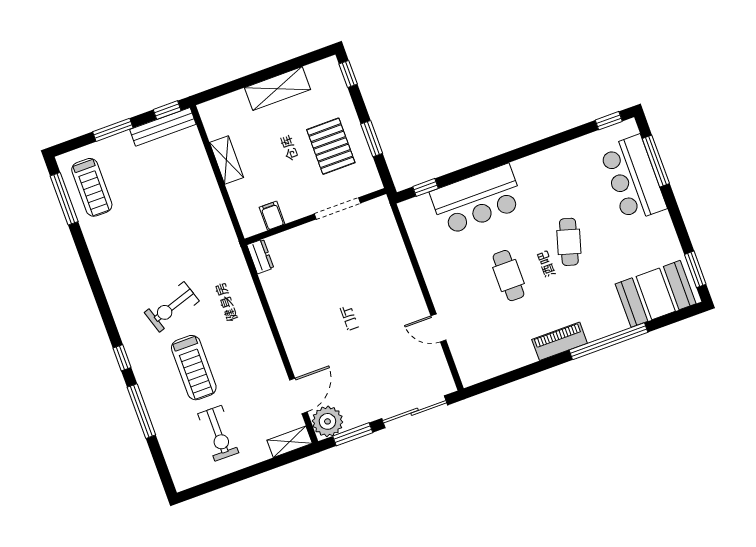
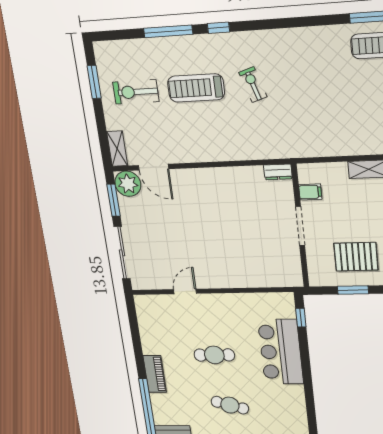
doorway: (337, 208) -> (300, 226), moved
exercise bike: (172, 307) -> (253, 85), width x0.73, depth x0.72
window: (221, 482) -> (94, 82), added

